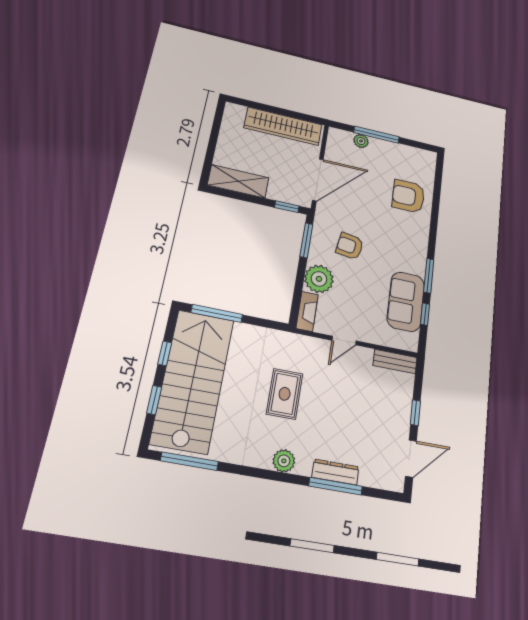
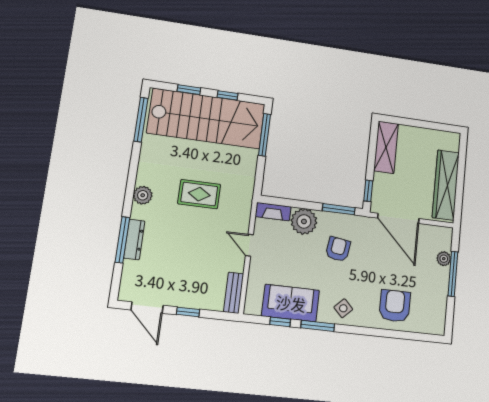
side table: (411, 248) -> (343, 308), added

